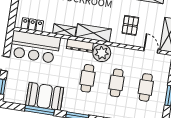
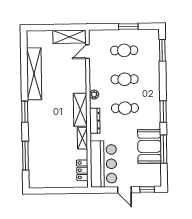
pallet: (130, 25) -> (67, 75), removed
plant: (102, 53) -> (94, 95), width x0.53, depth x0.53

